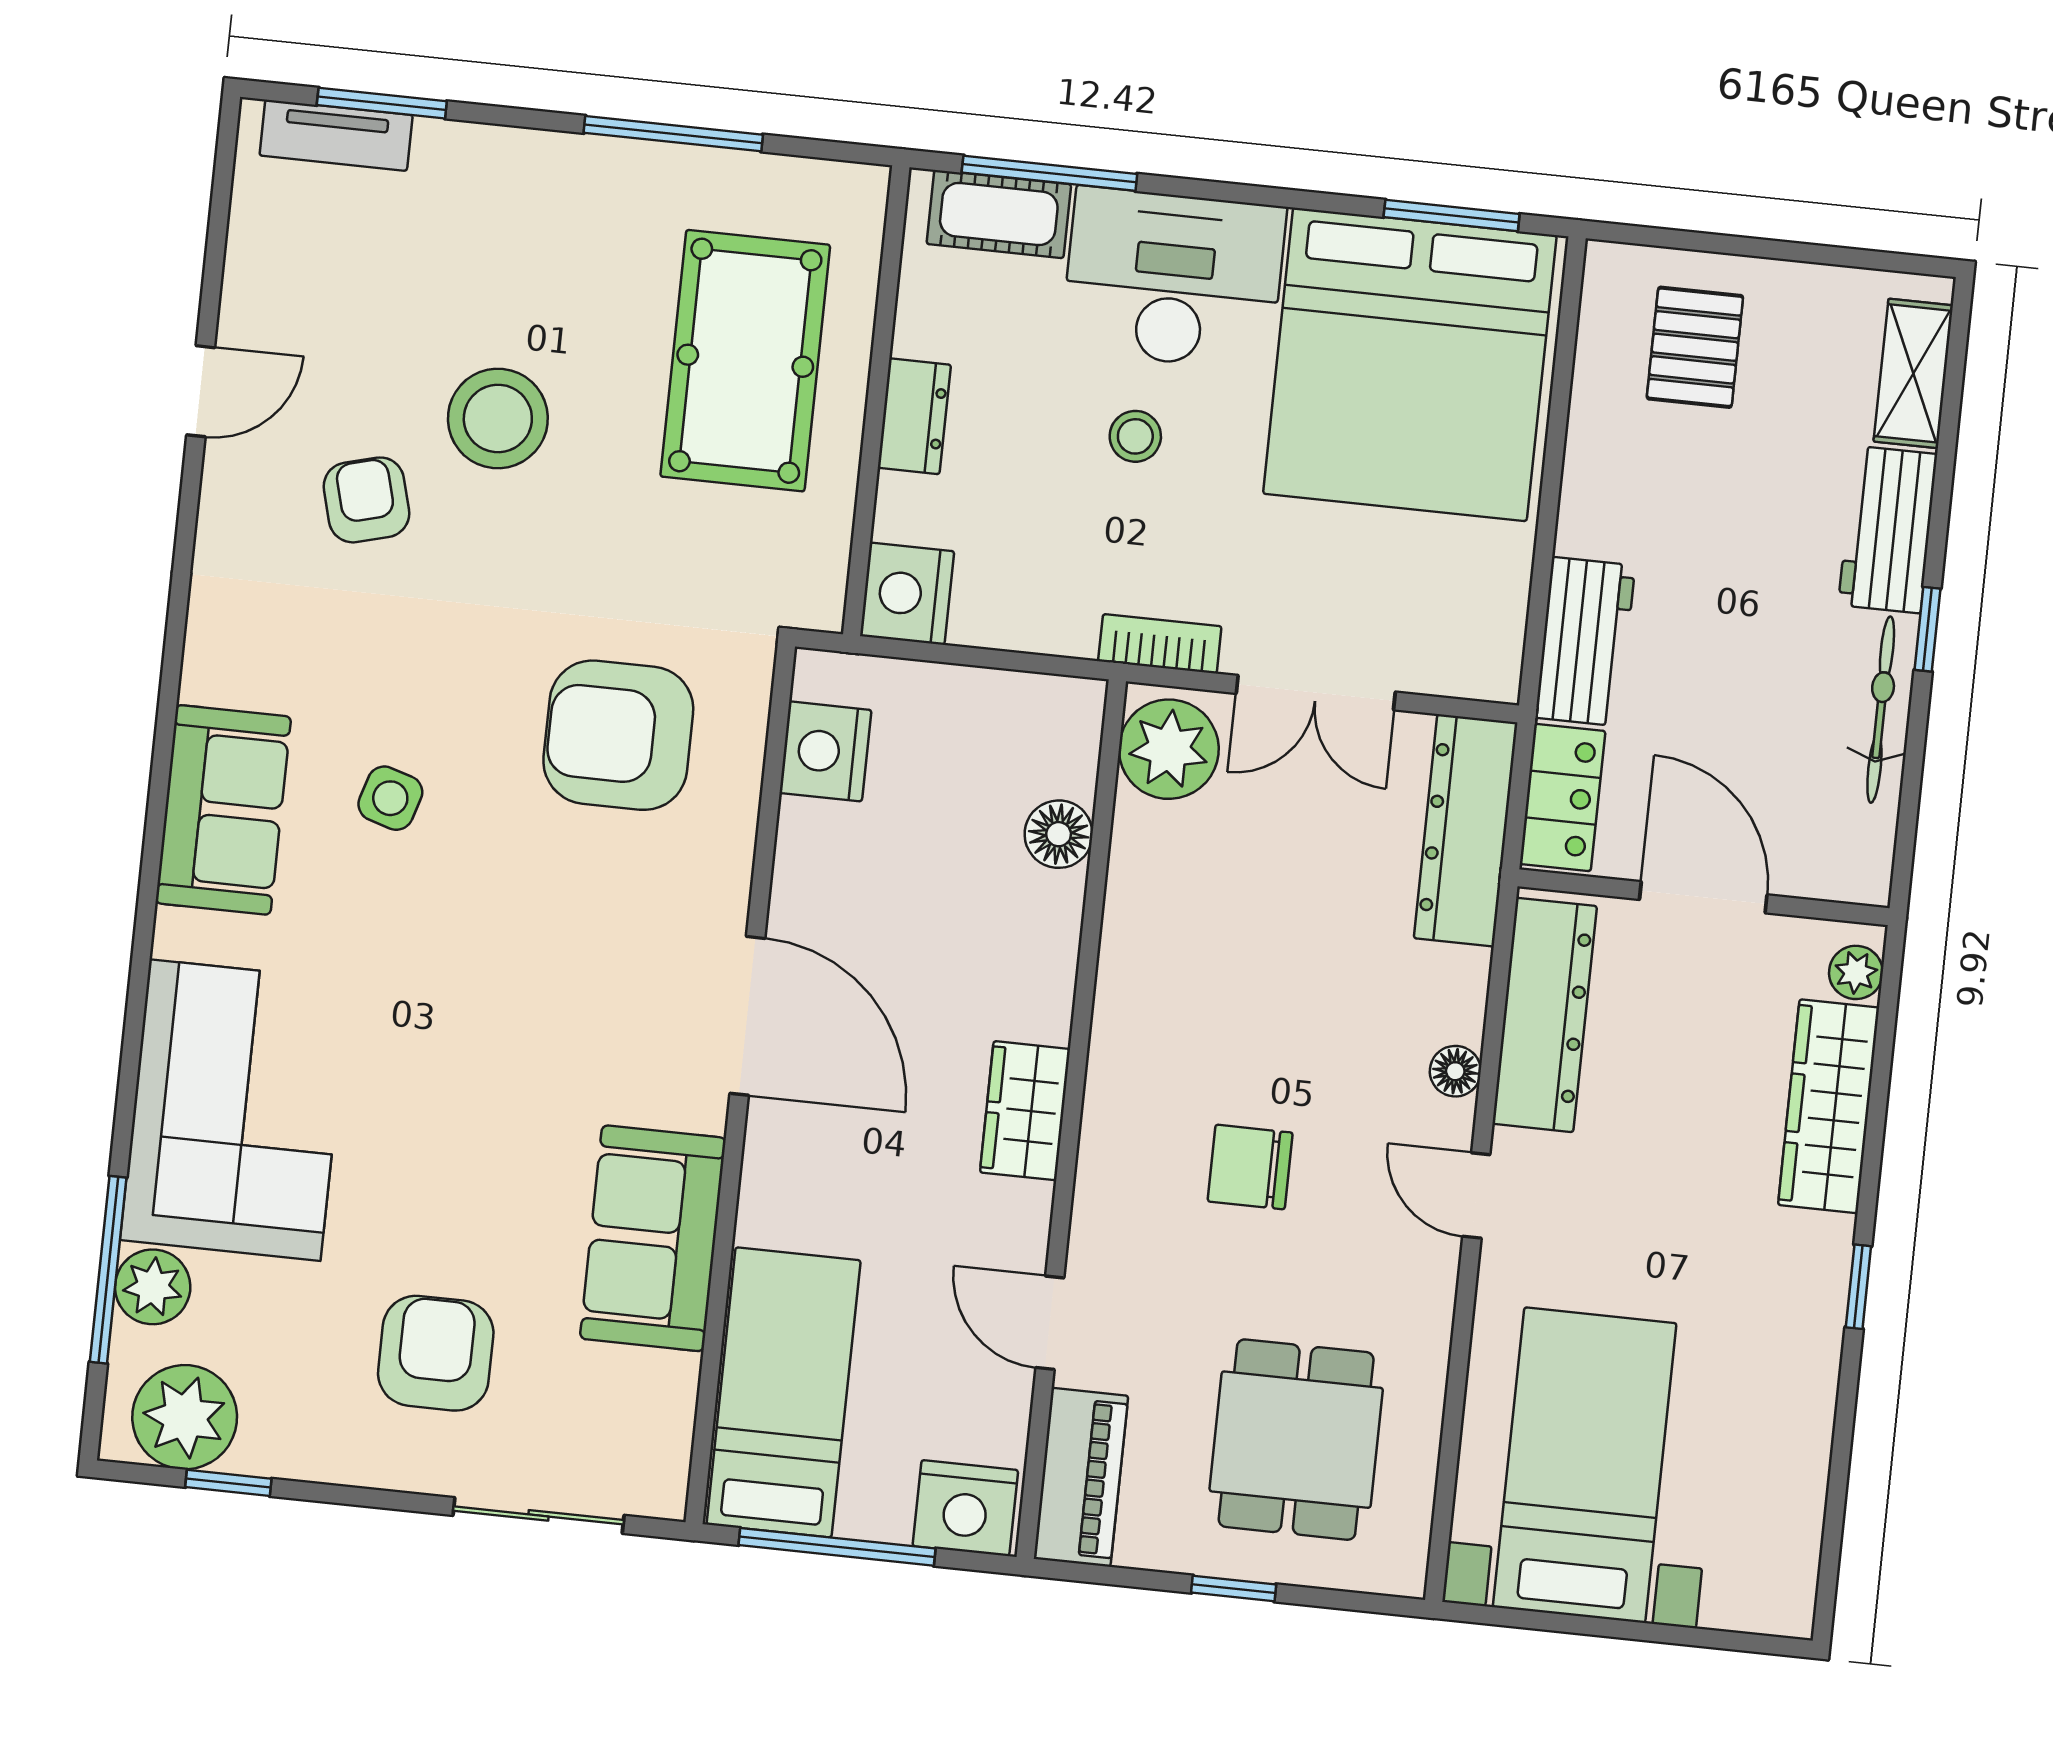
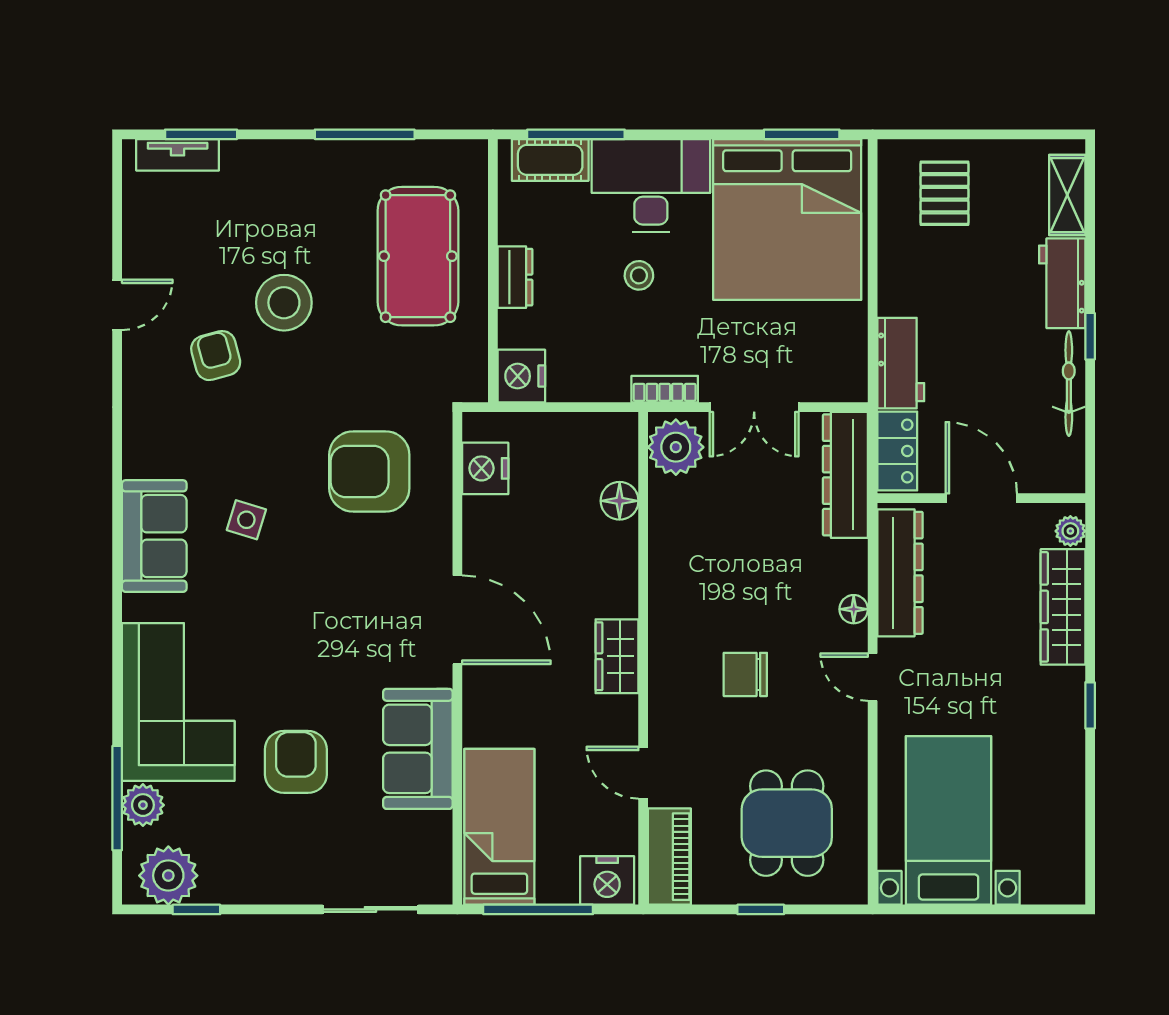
armchair: (436, 1353) -> (296, 762), moved

